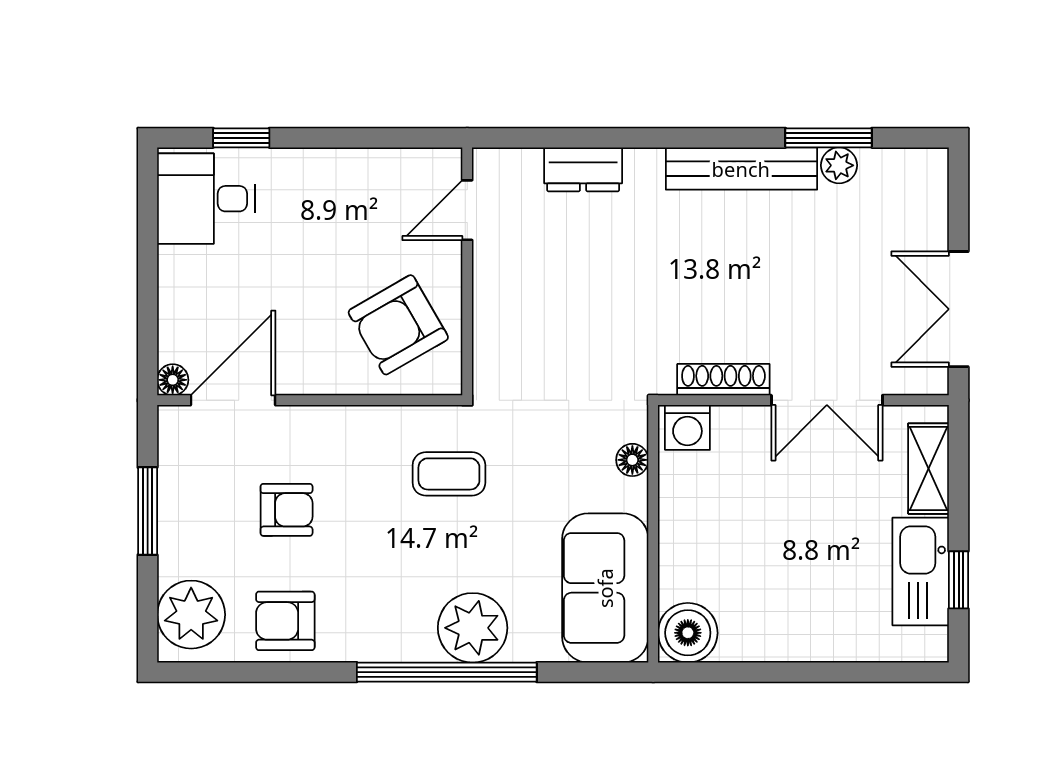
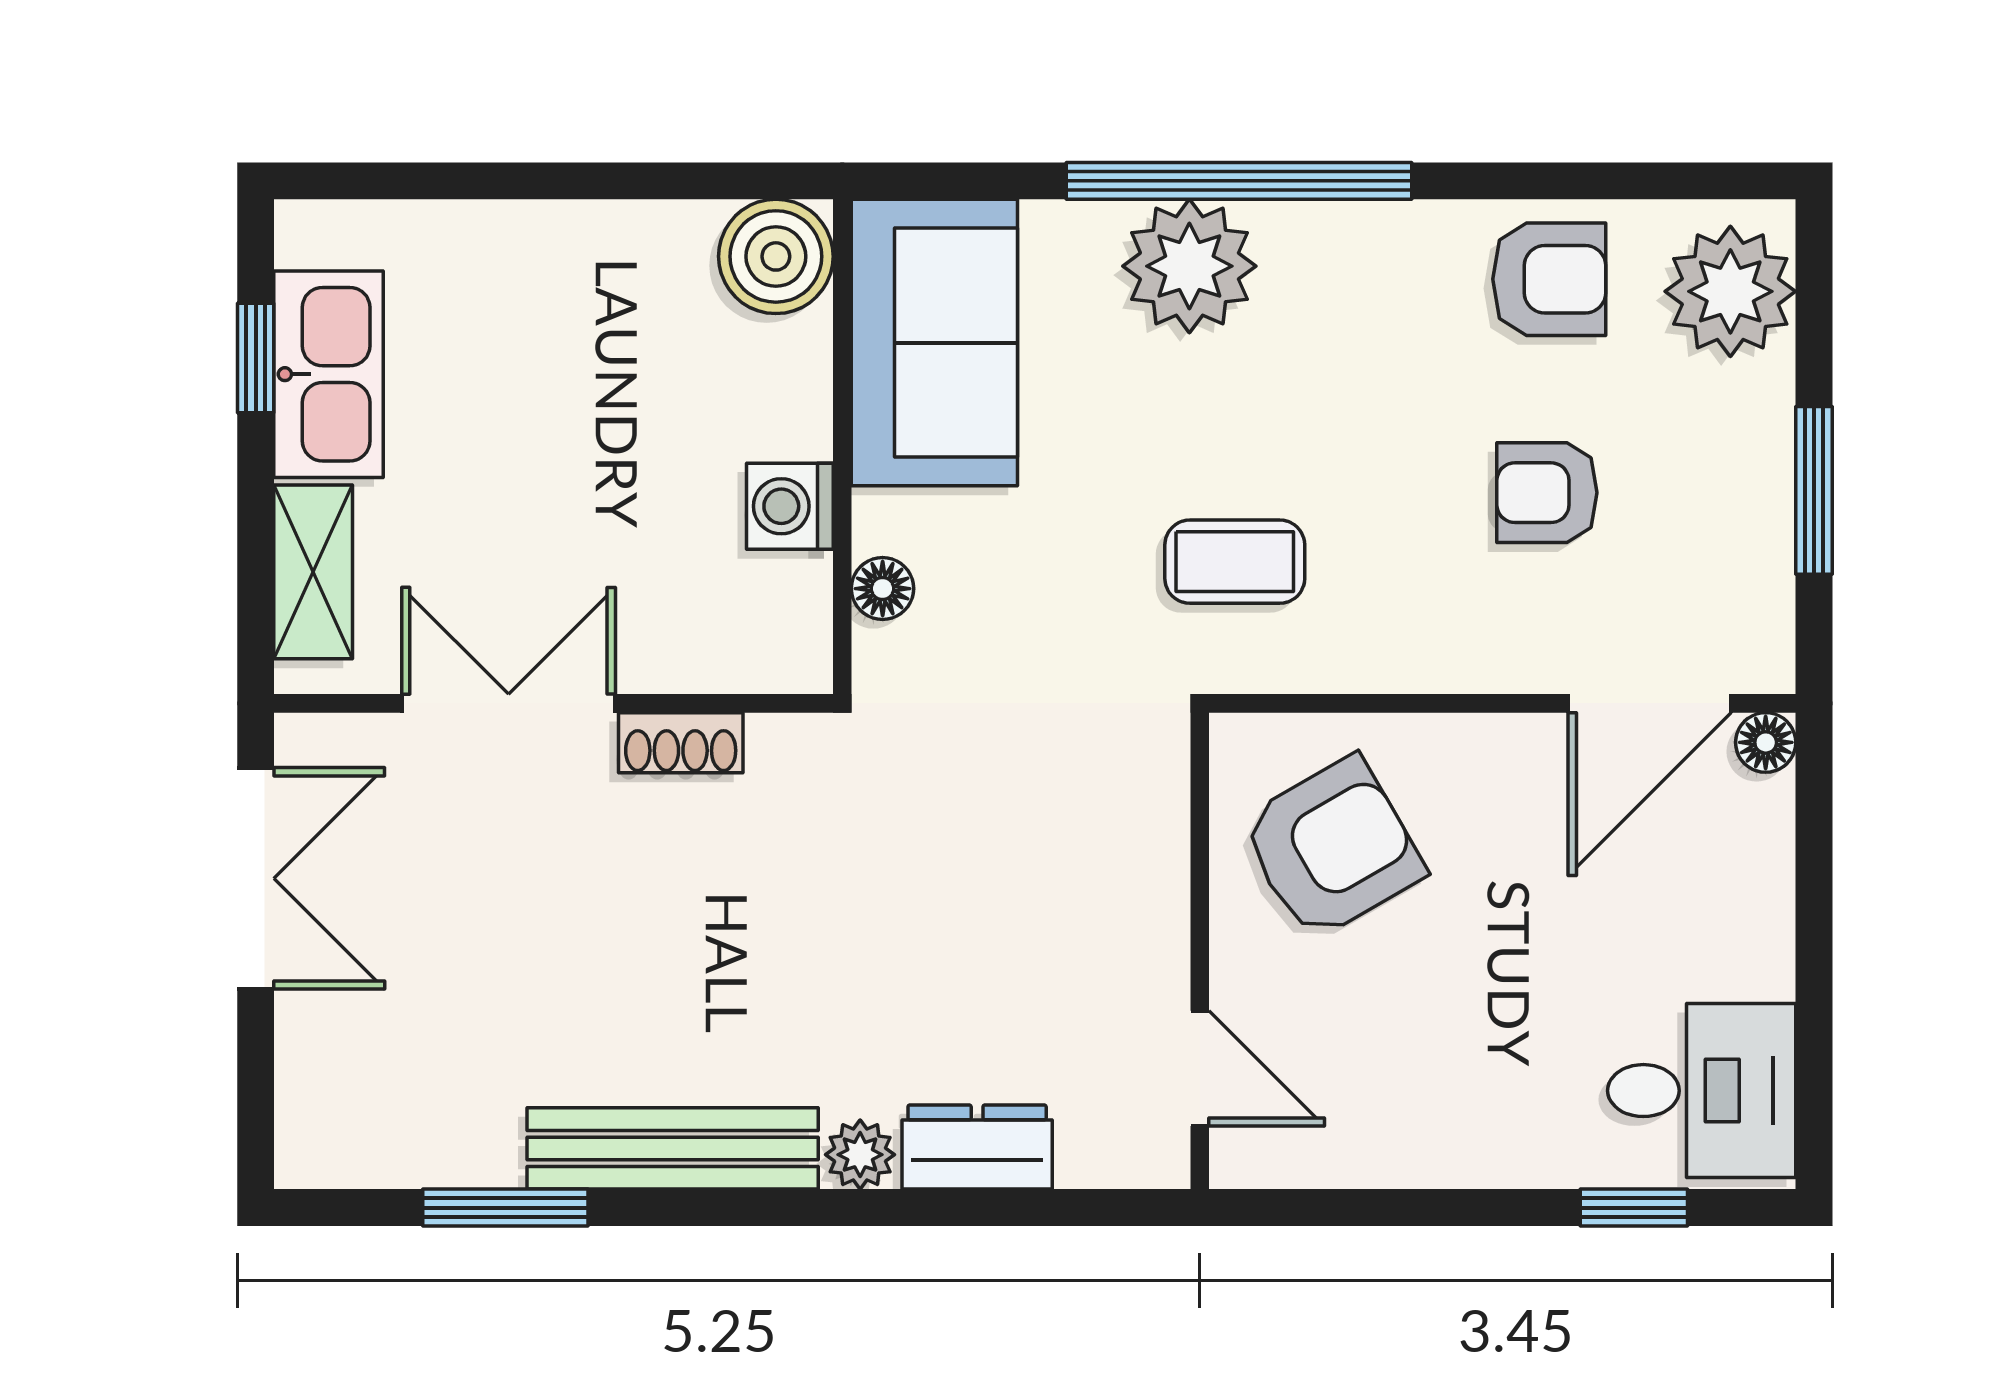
plant: (839, 165) -> (860, 1155), moved
door: (467, 210) -> (1200, 1068), hinge flipped
shoe rack: (723, 380) -> (681, 743), width x0.70
washing machine: (687, 427) -> (790, 506), moved, turned -90

